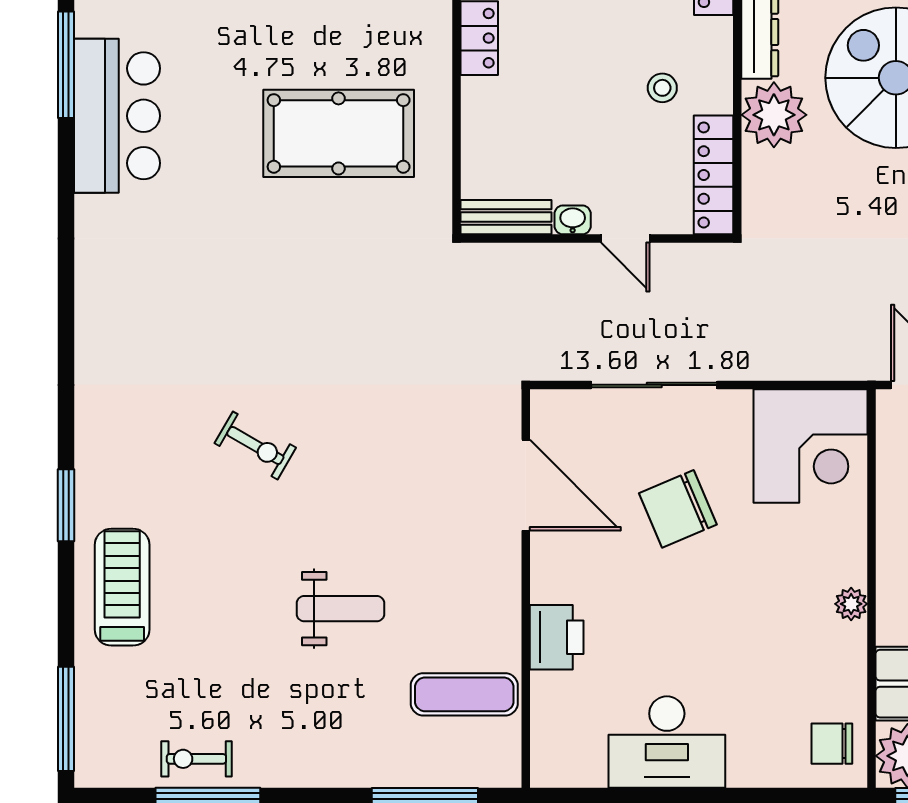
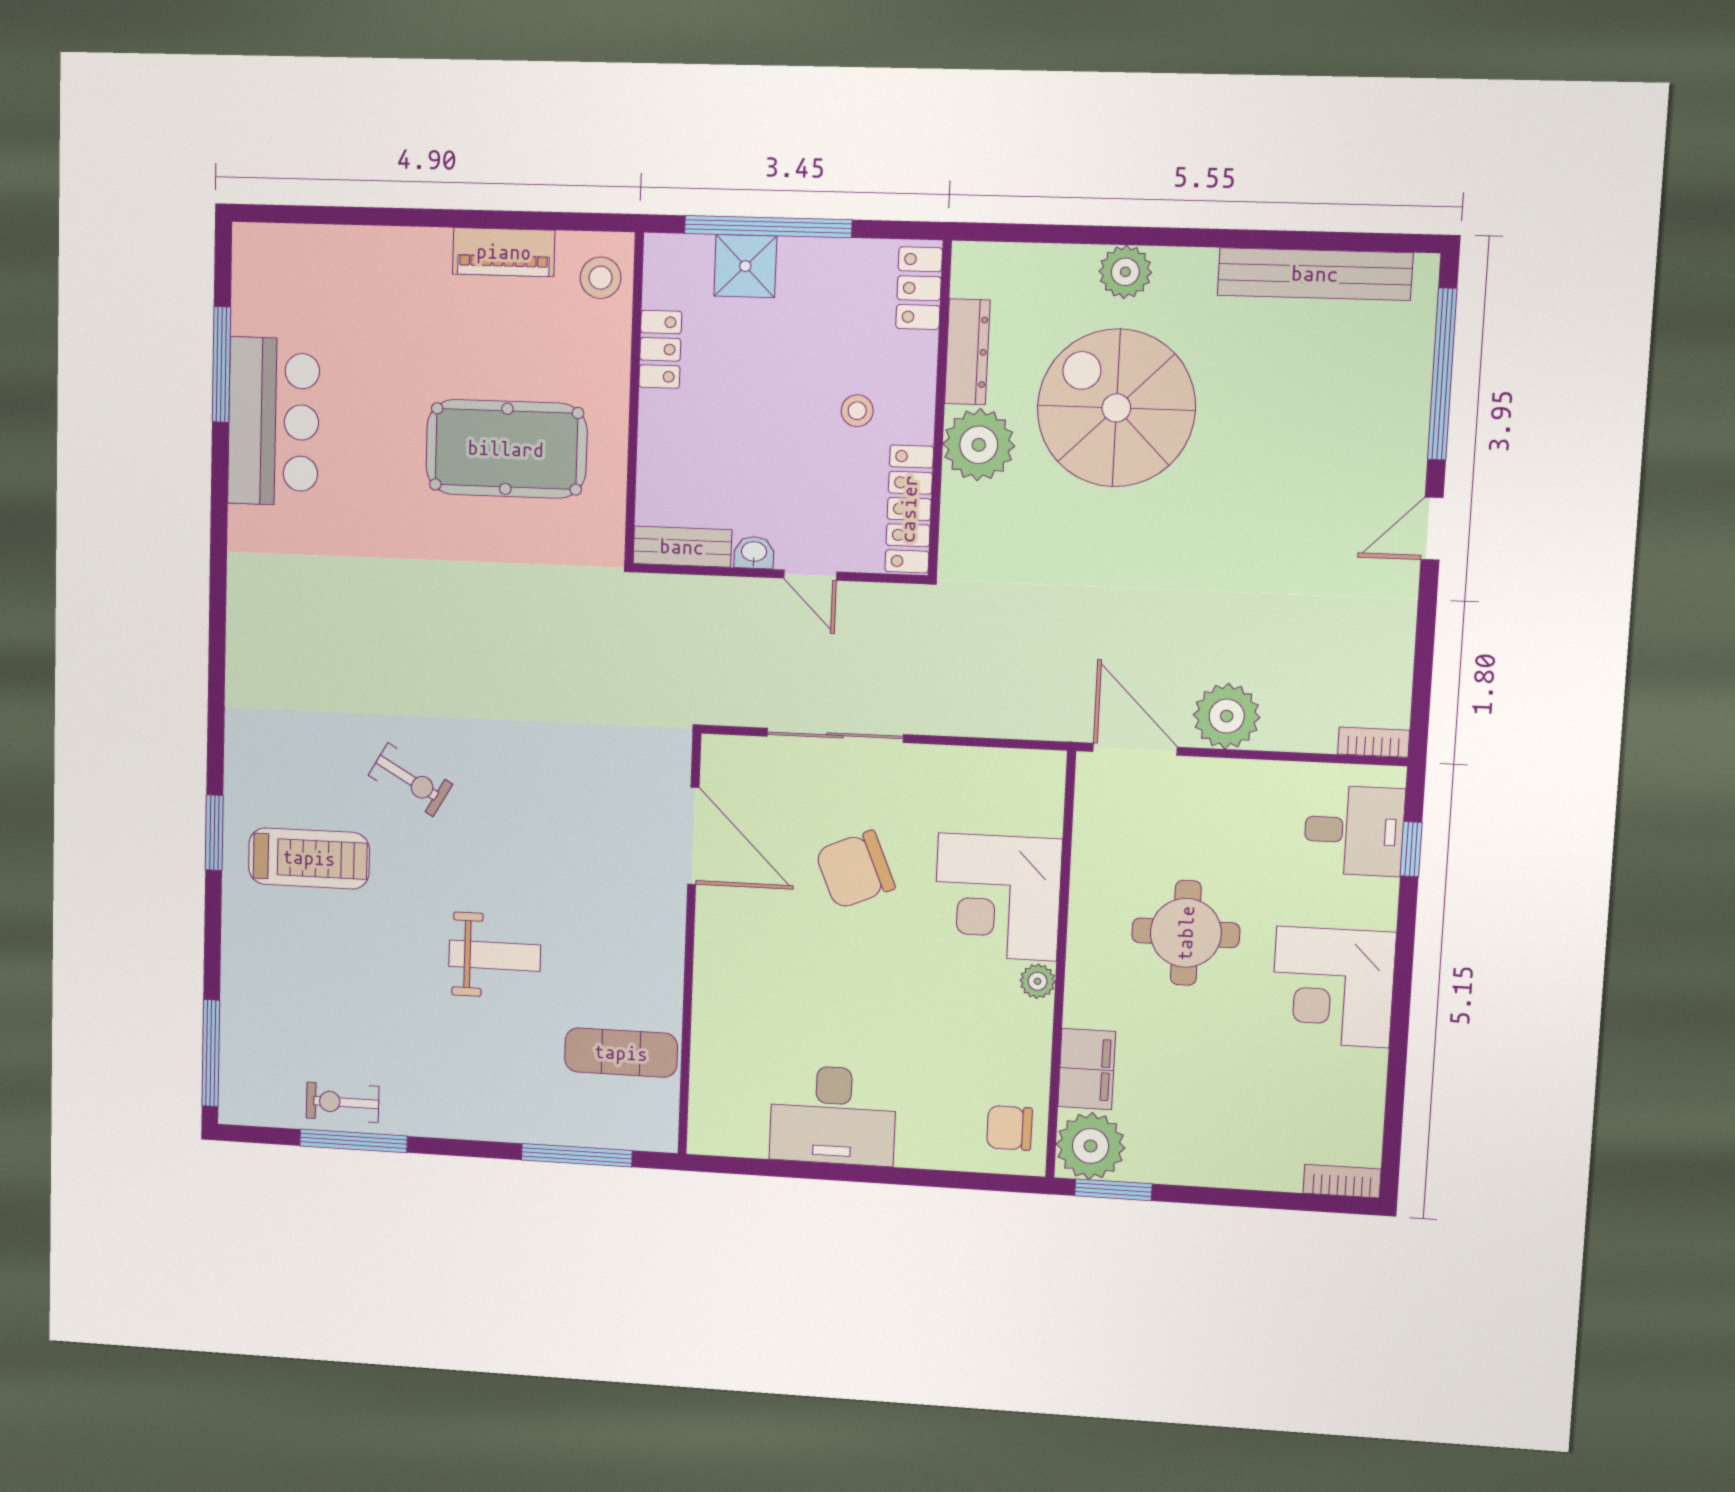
corner desk: (811, 446) -> (997, 897), moved, turned 90
treadmill: (122, 587) -> (309, 858), moved, turned 90
printer: (557, 637) -> (720, 999), removed

